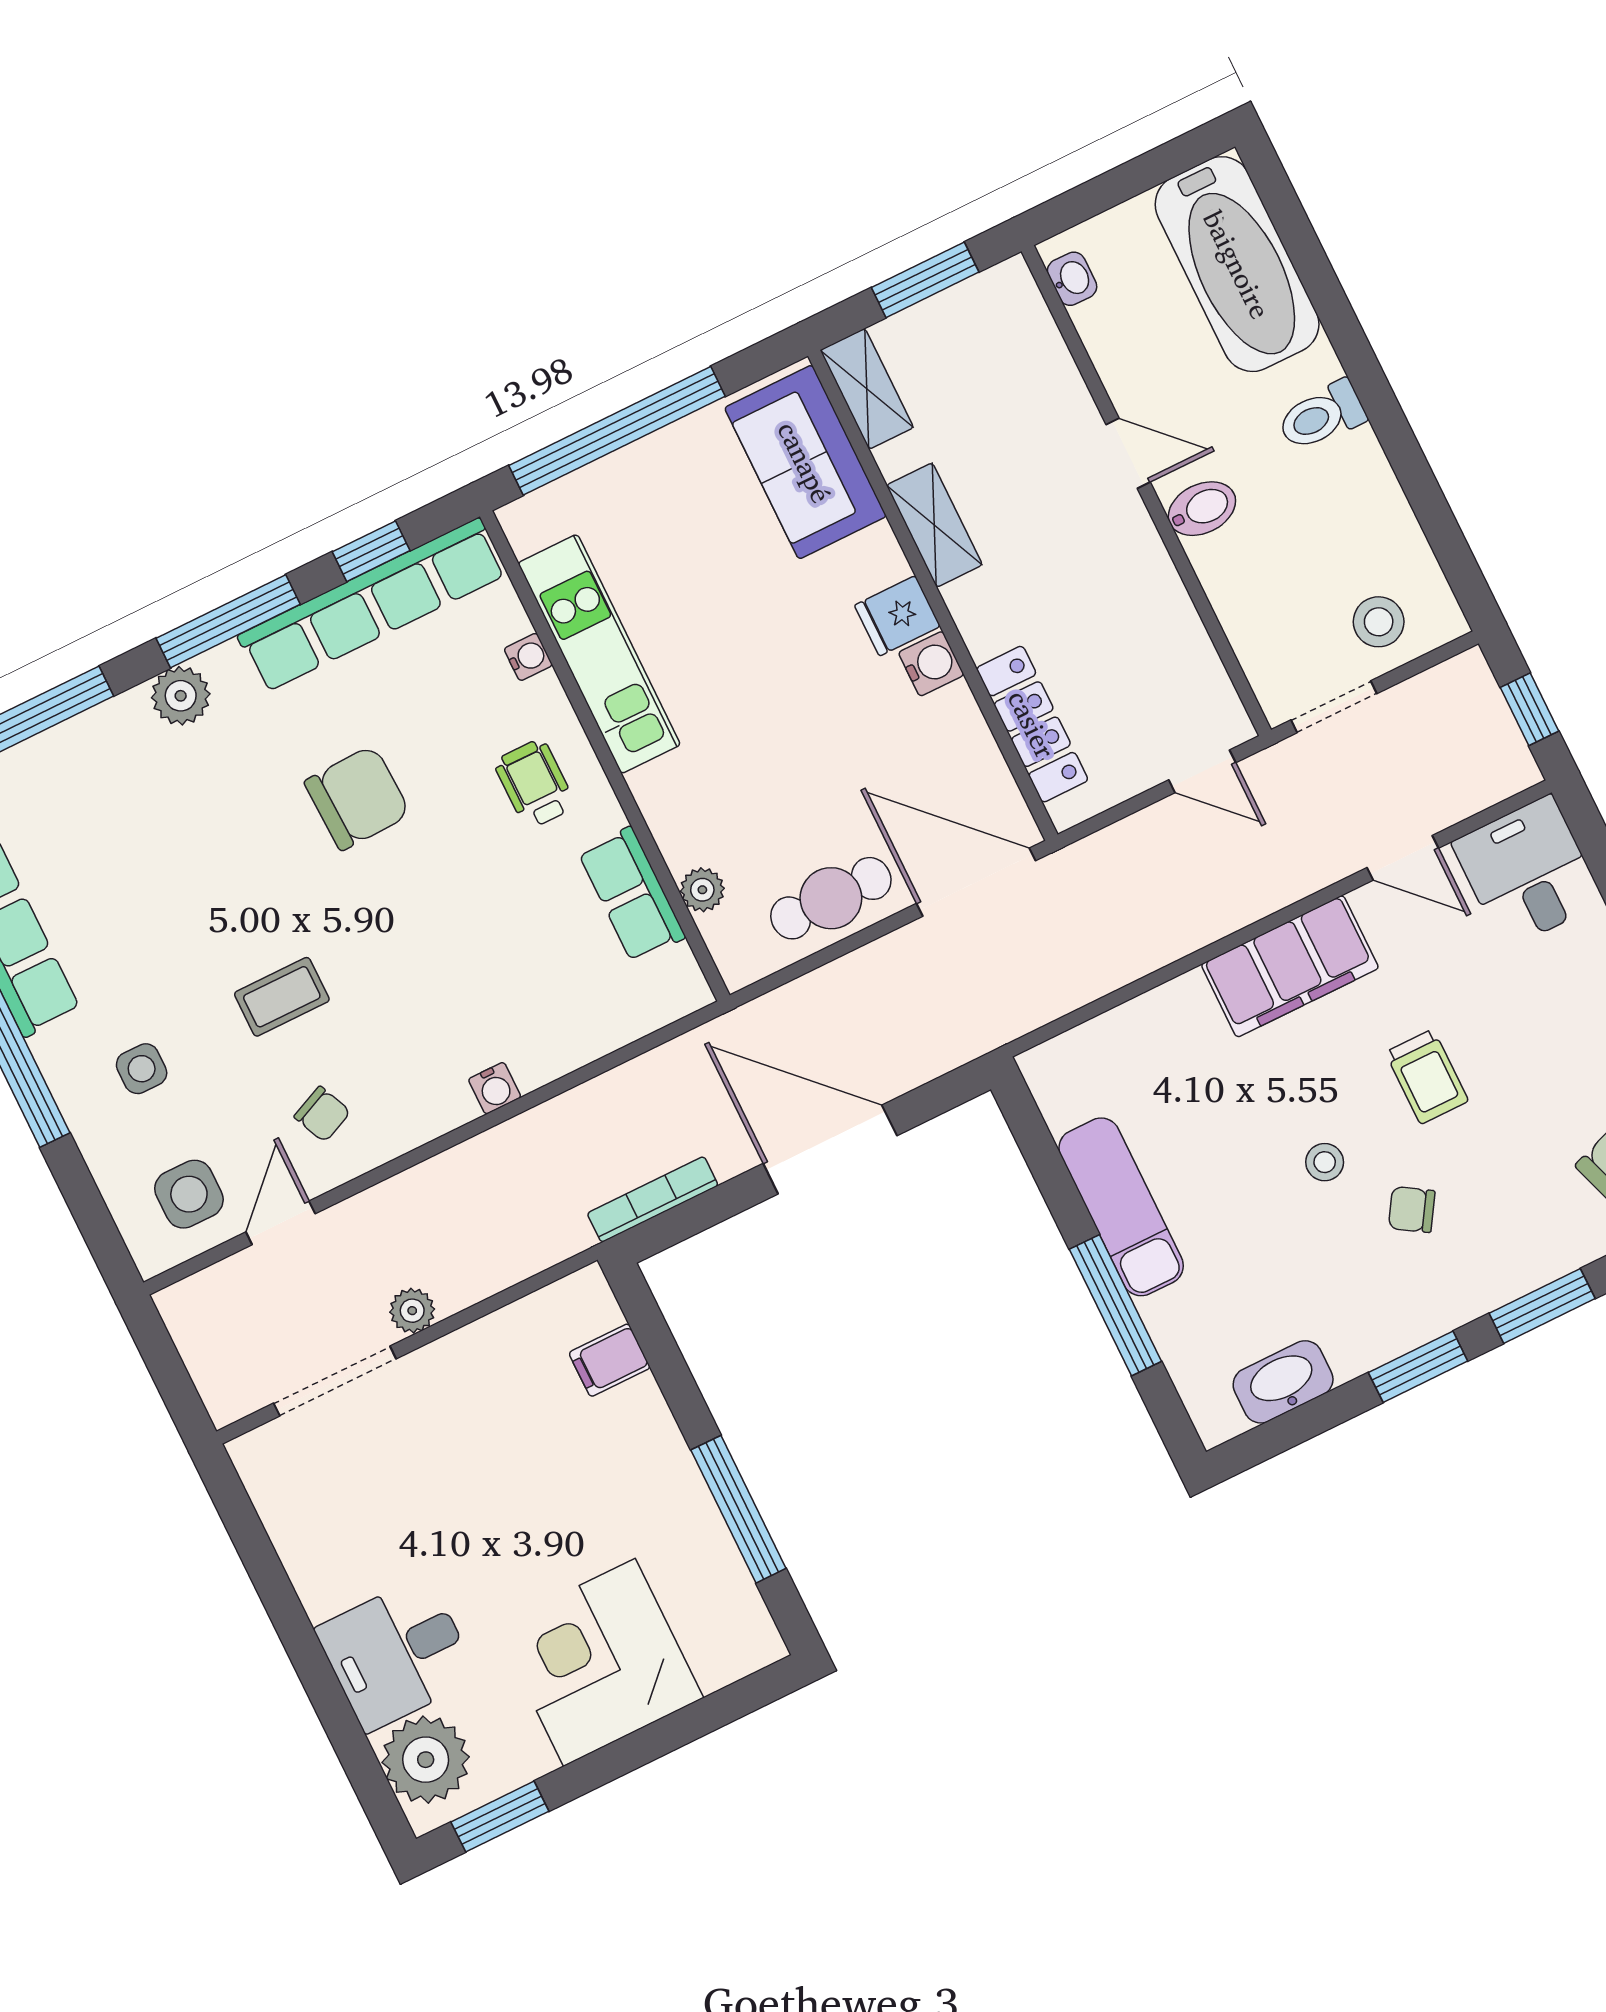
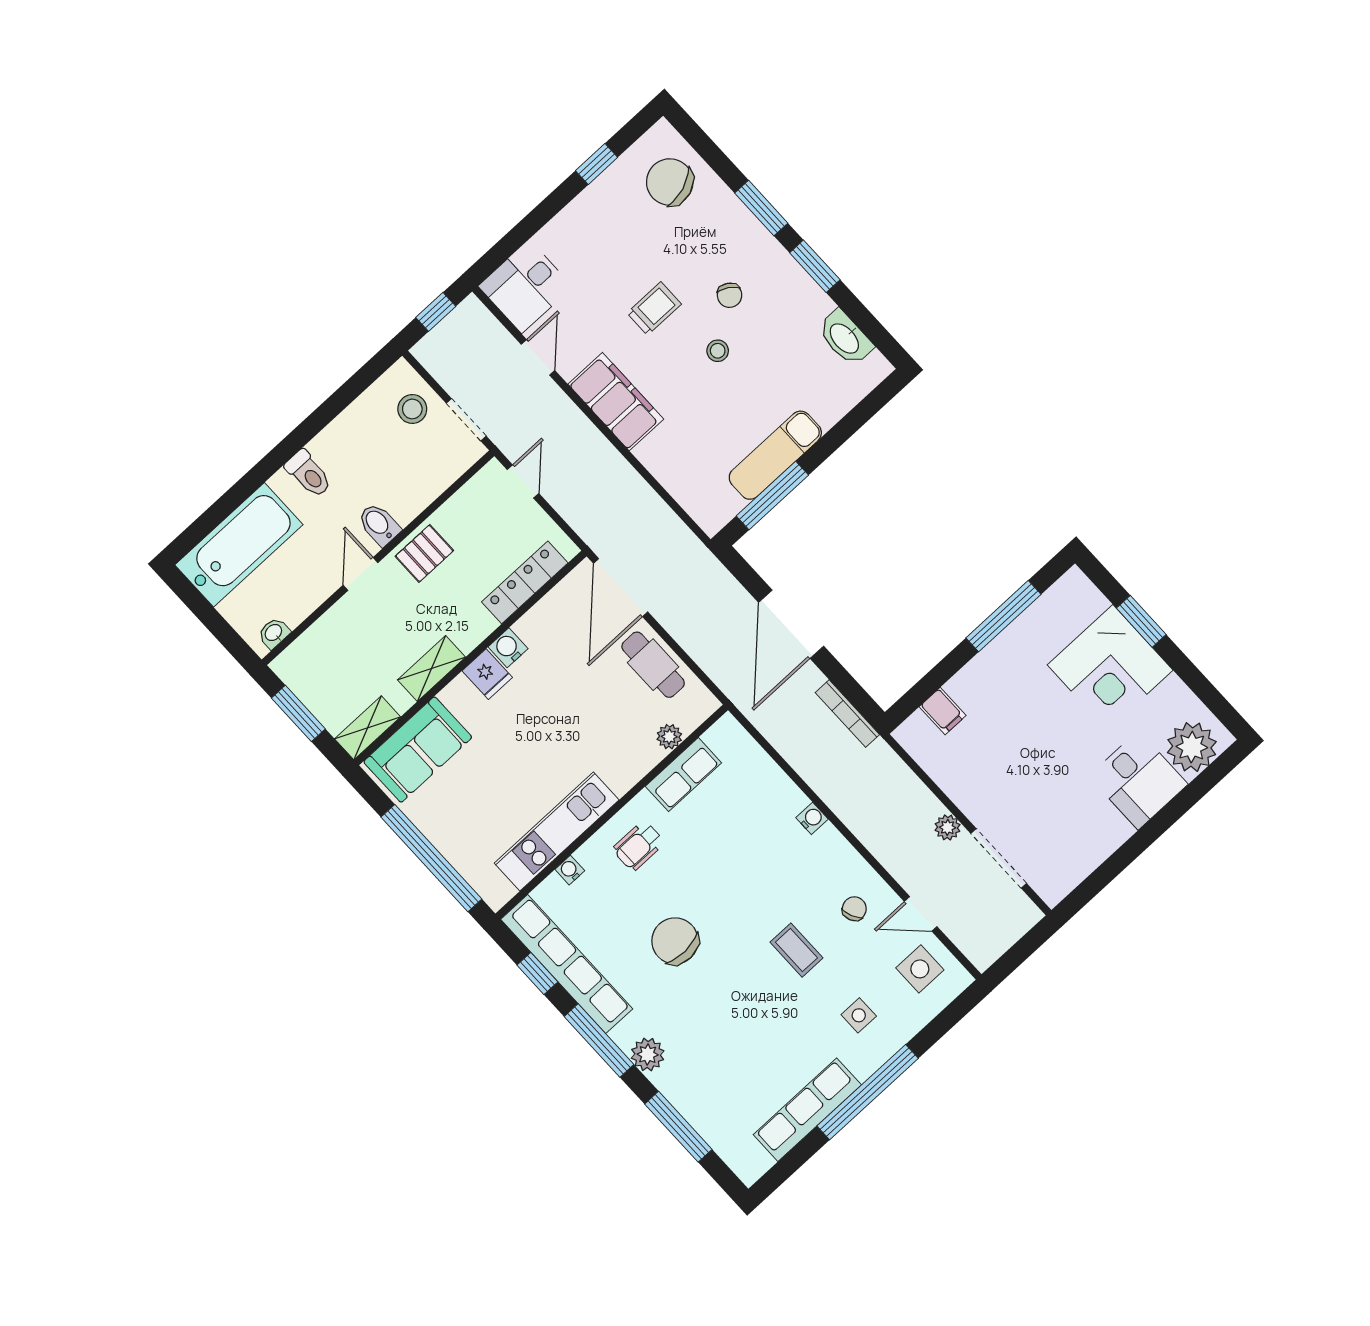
pallet: (1131, 570) -> (424, 553), added
window: (1115, 1305) -> (772, 495), moved
window: (500, 1817) -> (1141, 621), moved

